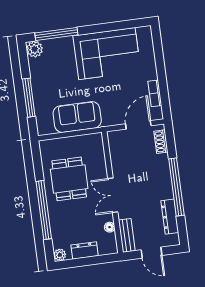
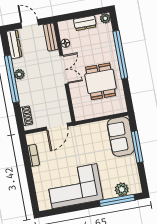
plant: (35, 49) -> (122, 189), moved
sofa: (77, 117) -> (121, 137), moved, turned 90
door: (138, 125) -> (57, 127), moved
plant: (167, 192) -> (19, 74), added
dresser: (170, 217) -> (14, 44), moved

